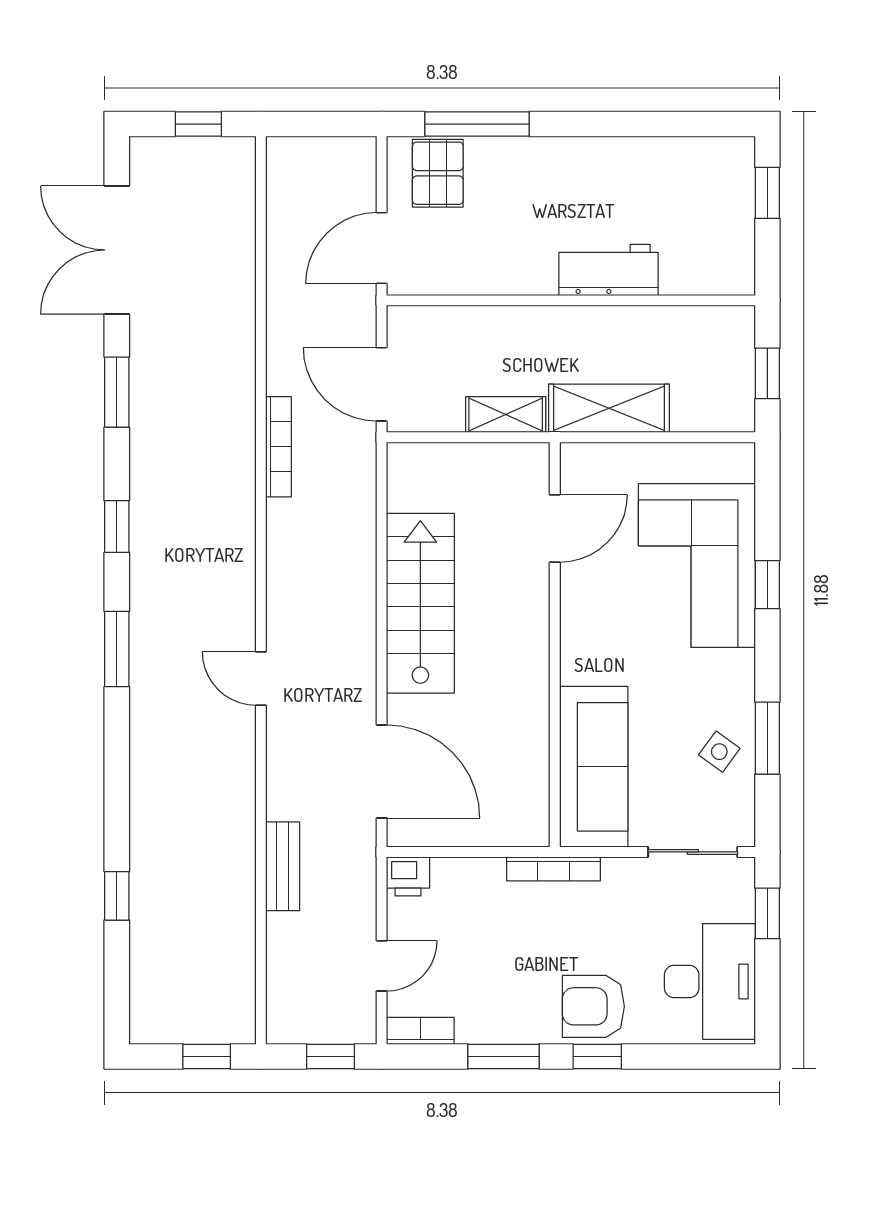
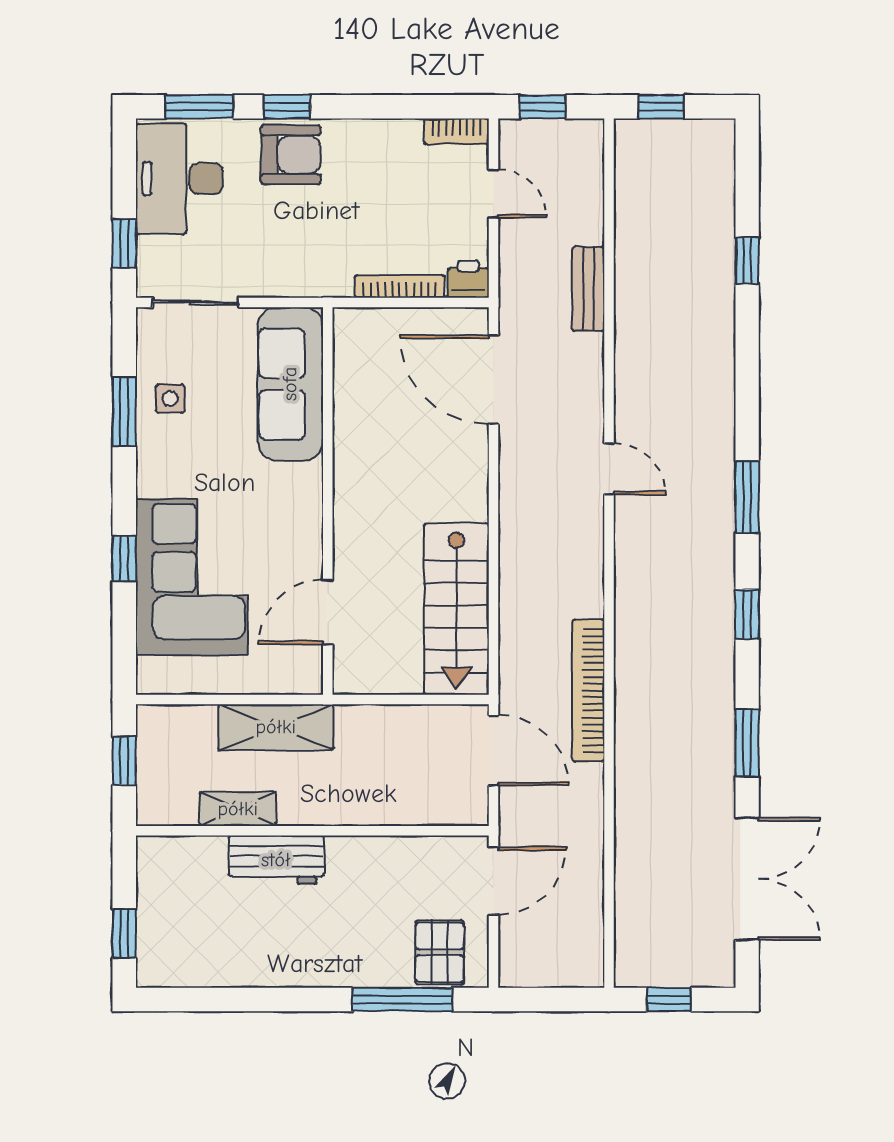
shelving: (506, 414) -> (238, 809), moved
bookcase: (279, 447) -> (588, 691), width x1.48, depth x1.31
stairs: (420, 603) -> (456, 609), moved
side table: (719, 752) -> (170, 399), turned -36
bookcase: (553, 869) -> (400, 286), moved
door: (382, 966) -> (493, 194), swing flipped
window: (504, 1057) -> (199, 107), moved

